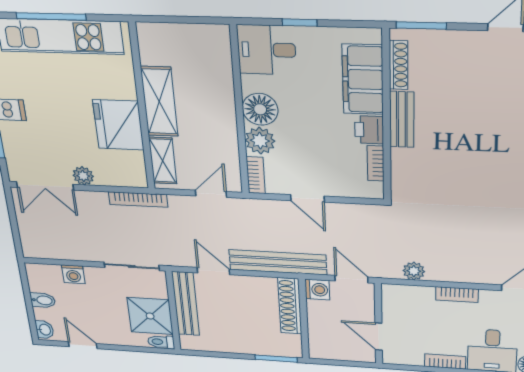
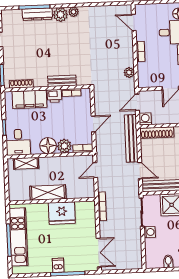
bench: (402, 120) -> (62, 81), moved
shelving: (163, 161) -> (26, 163), moved
plant: (83, 176) -> (91, 233), removed
door: (211, 194) -> (95, 170), hinge flipped
door: (213, 271) -> (140, 171), swing flipped
washing machine: (73, 274) -> (150, 232), moved

